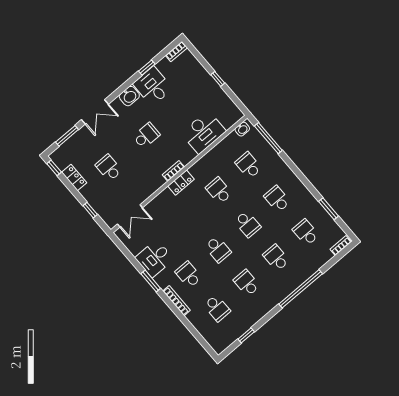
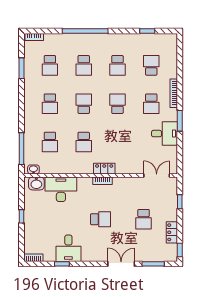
washbasin: (129, 96) -> (36, 183), moved, turned 180
school desk: (146, 136) -> (101, 219), turned 180

